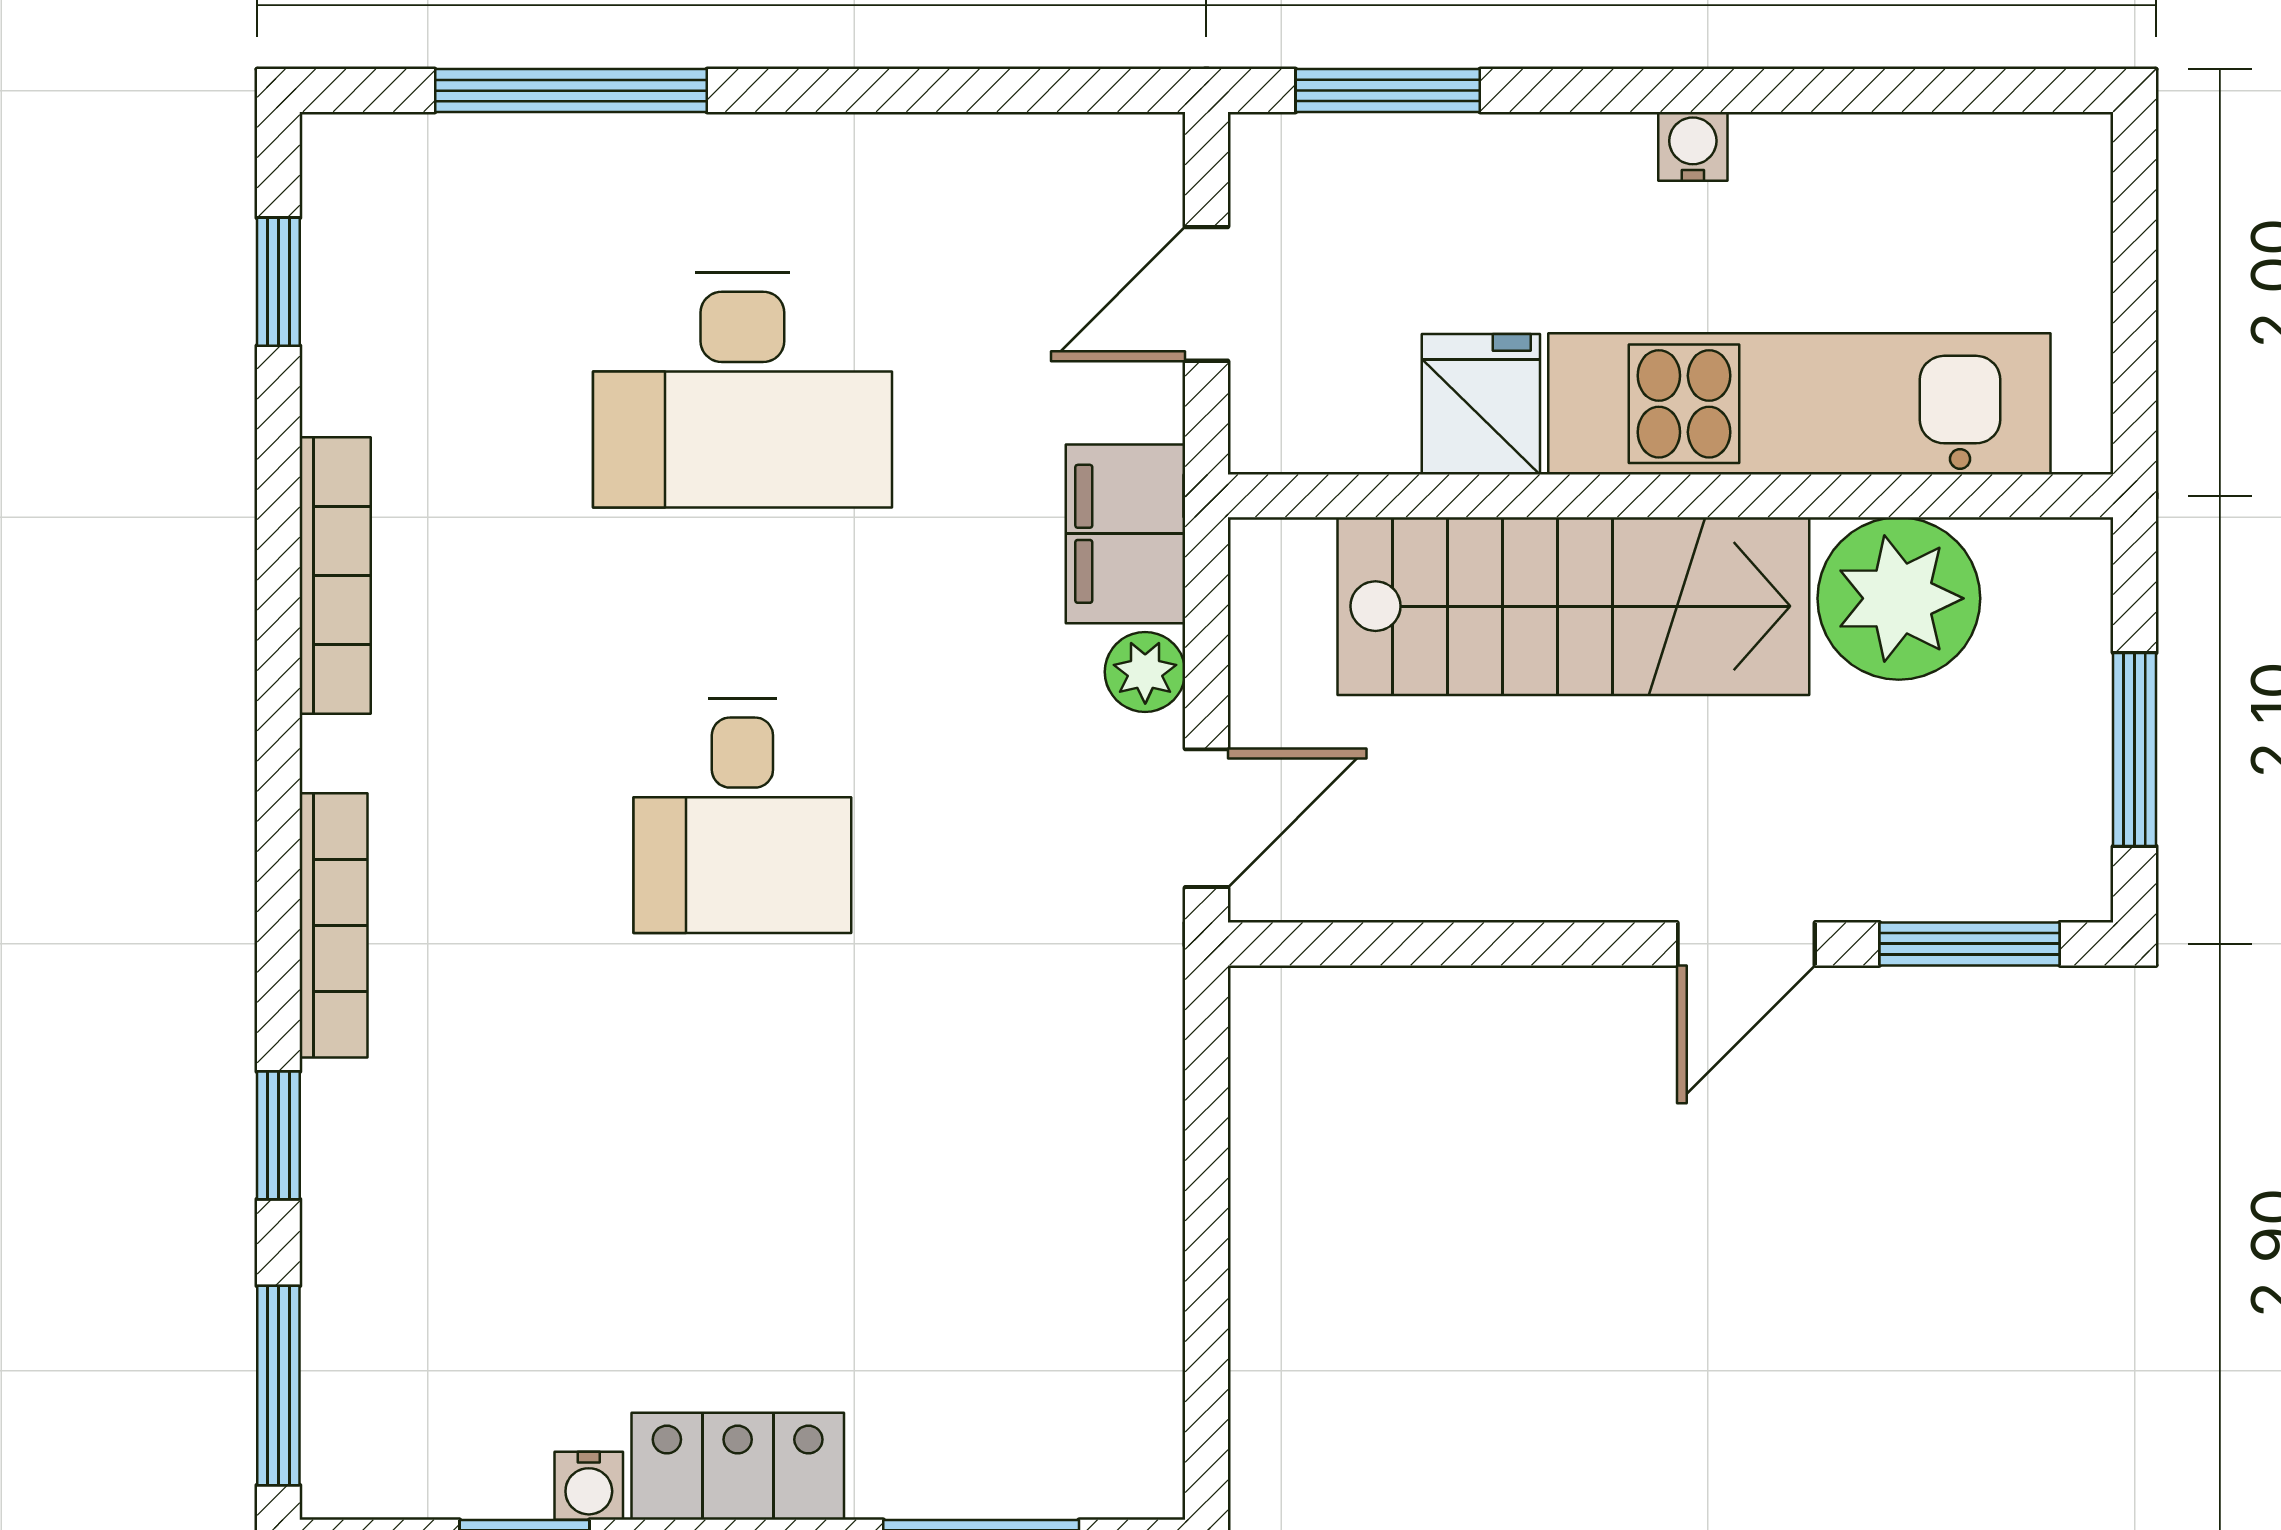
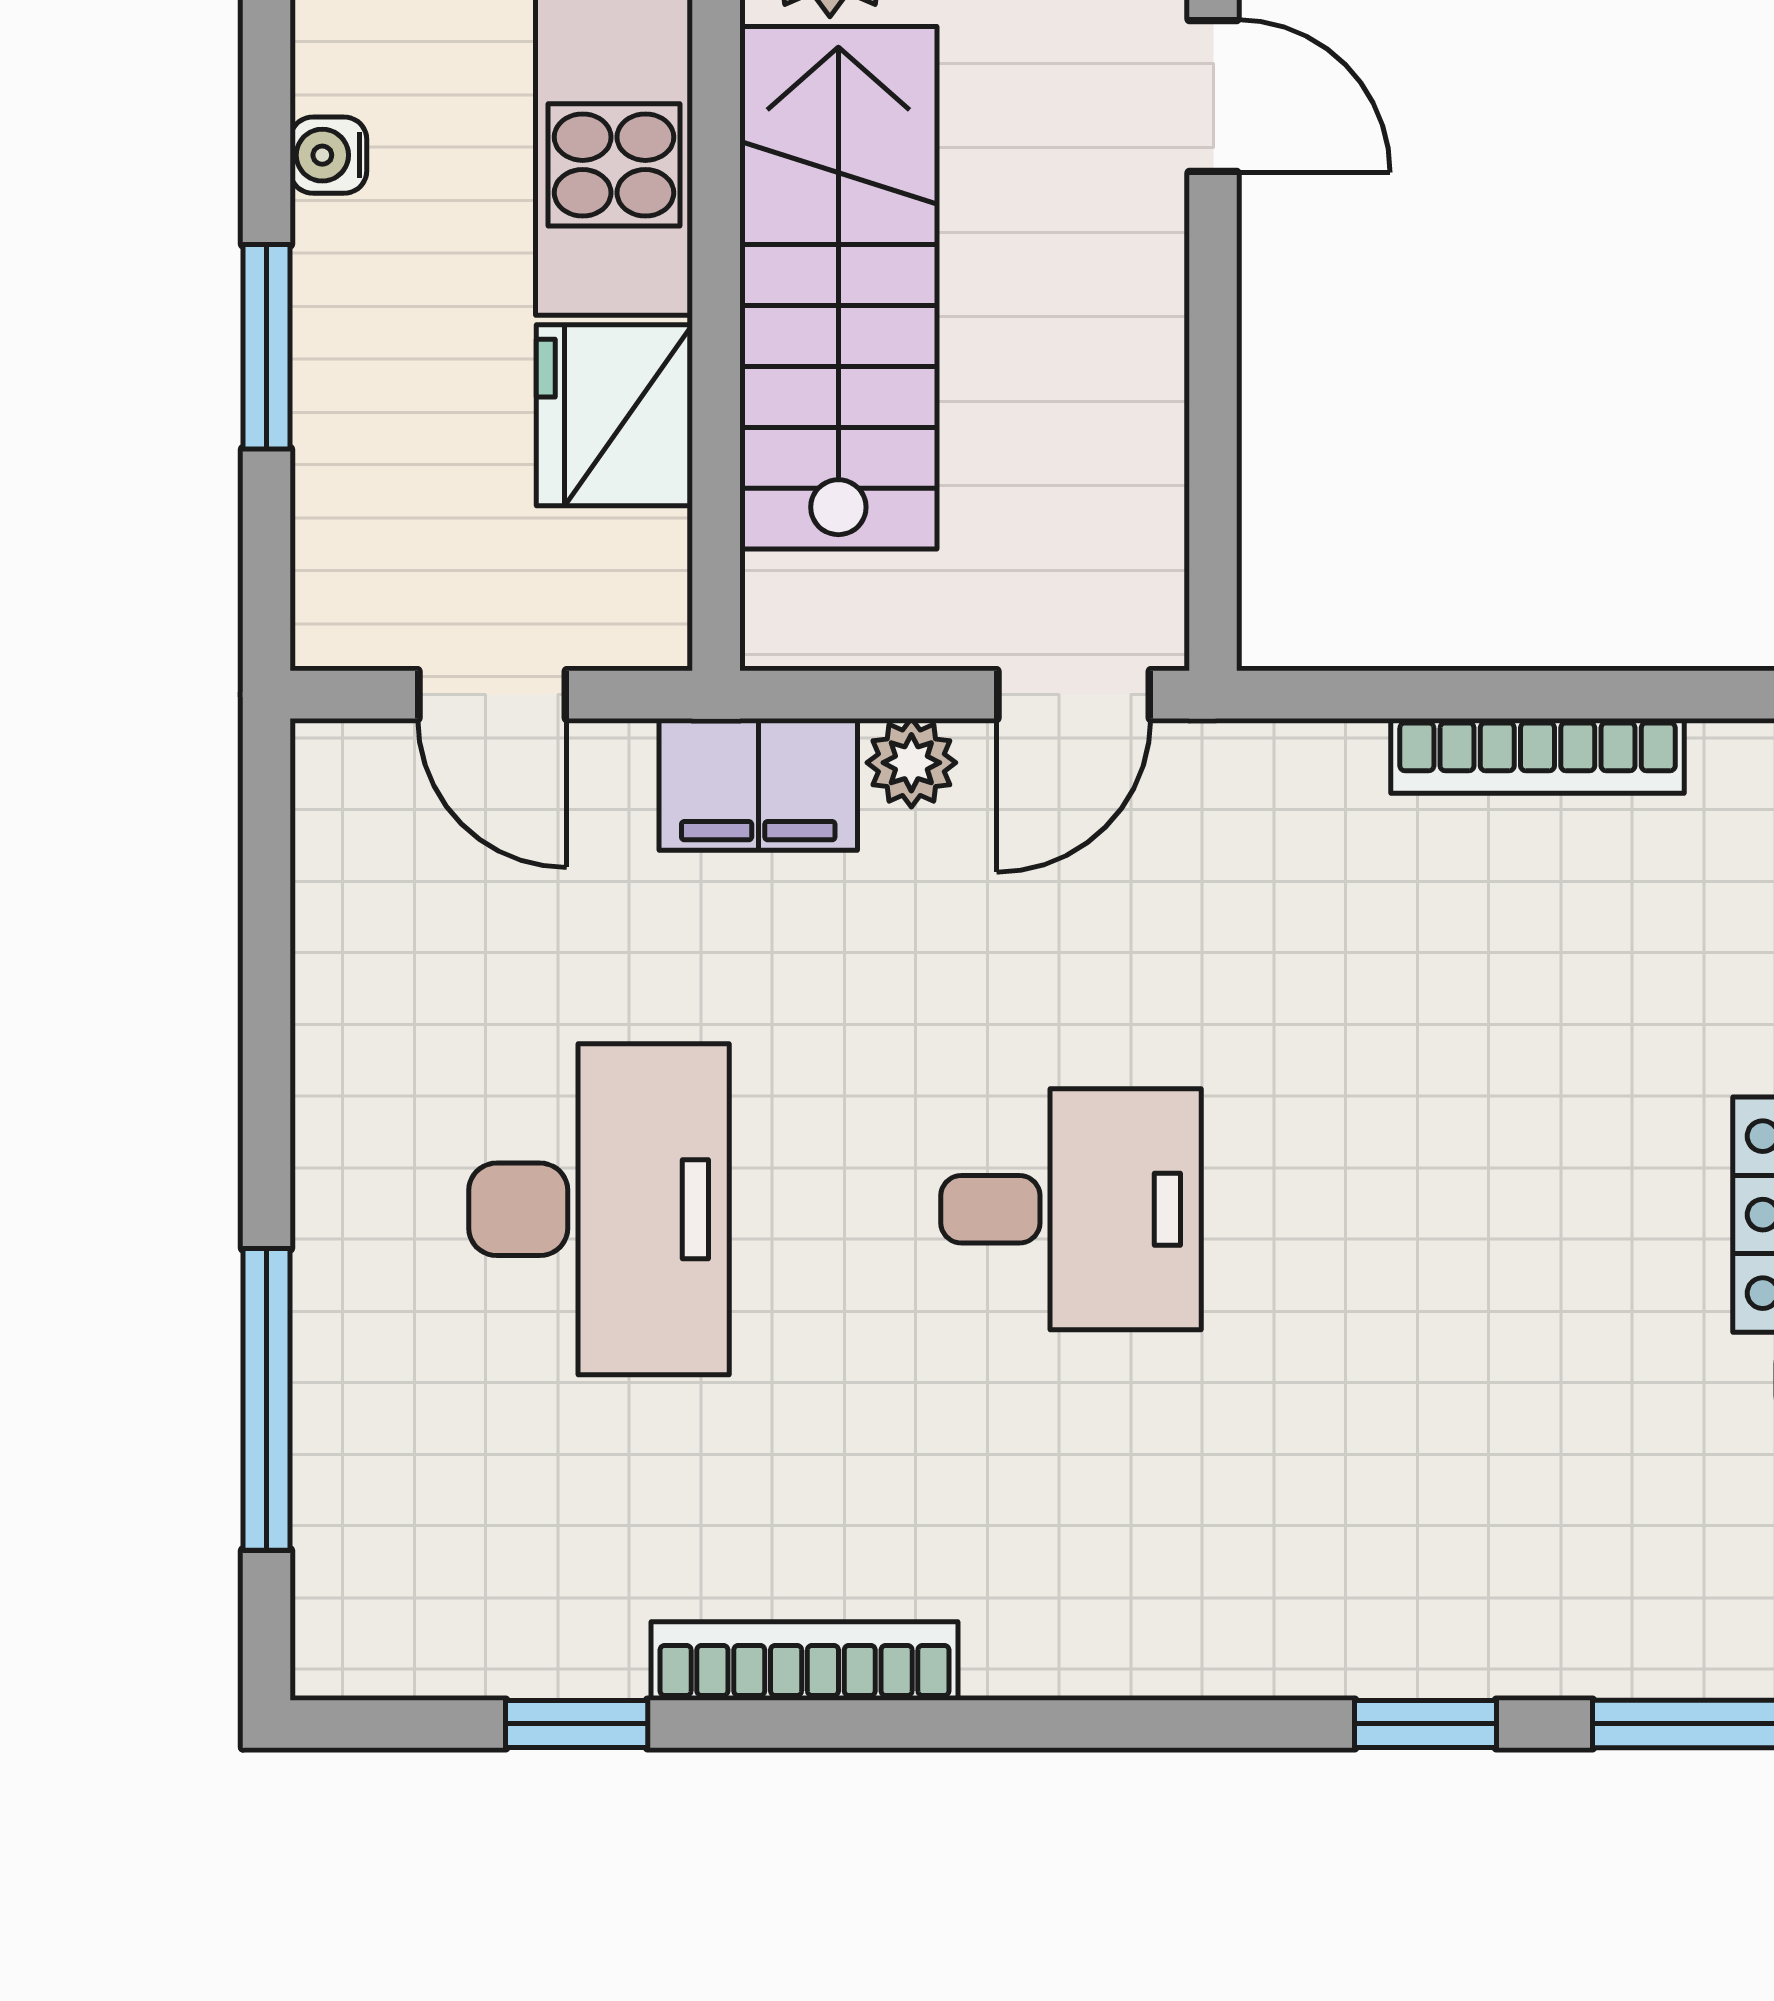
window: (1388, 91) -> (266, 347), moved
window: (278, 282) -> (577, 1724), moved
fridge: (1481, 404) -> (614, 415), width x1.38
door: (1206, 818) -> (1074, 695), swing flipped
bookcase: (334, 925) -> (1538, 756), moved, turned 180

